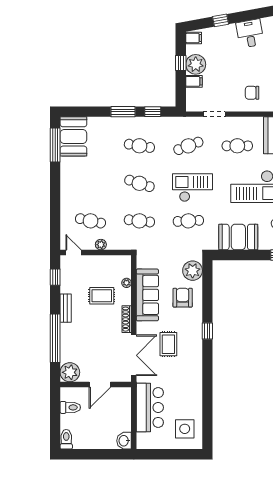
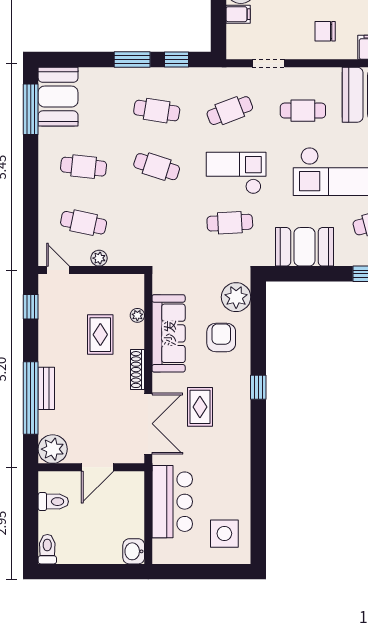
cafe table: (139, 221) -> (84, 167), moved
rug: (102, 296) -> (100, 335), turned 90
bench: (66, 308) -> (46, 388), moved

